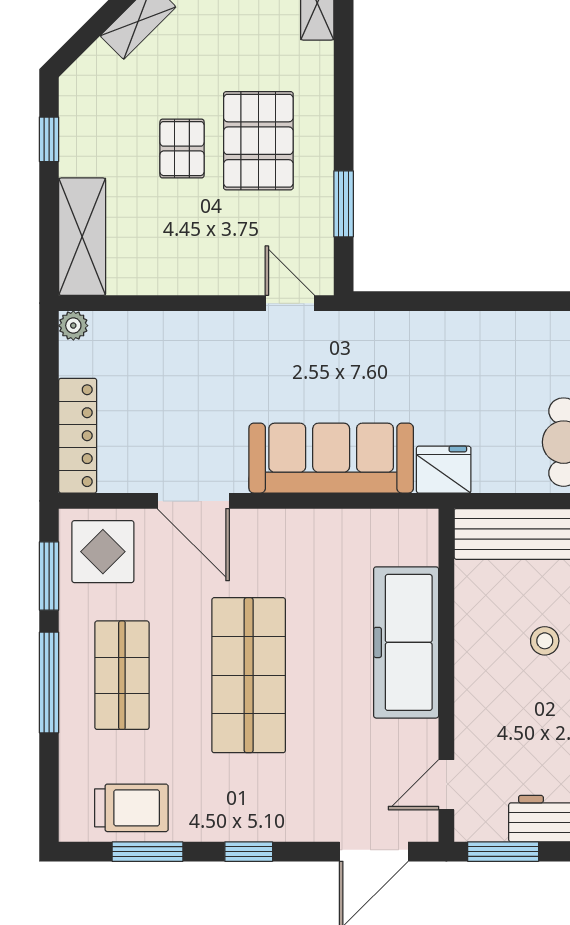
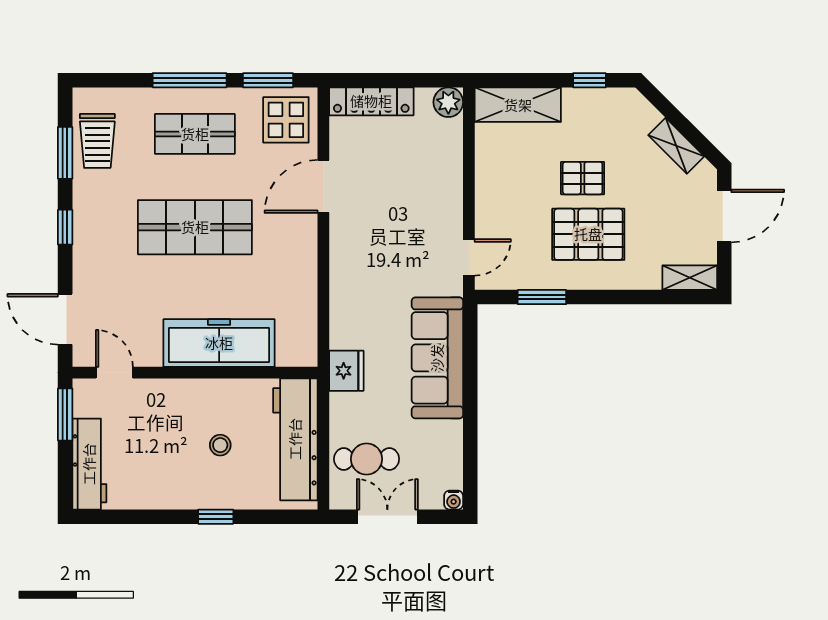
plant: (73, 326) -> (448, 102), width x1.38, depth x1.38
sofa: (331, 458) -> (437, 358), moved, turned 180

